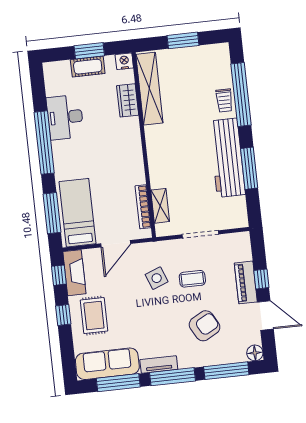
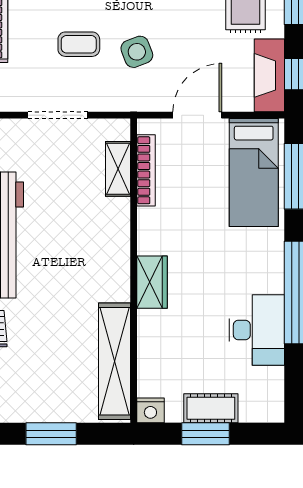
wardrobe: (128, 100) -> (152, 282), moved

